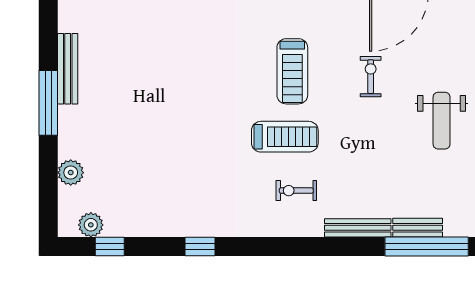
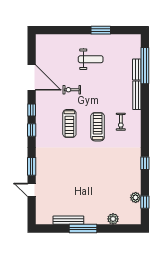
treadmill: (292, 71) -> (69, 123), turned 90
plant: (91, 225) -> (136, 198), moved

